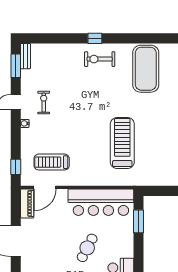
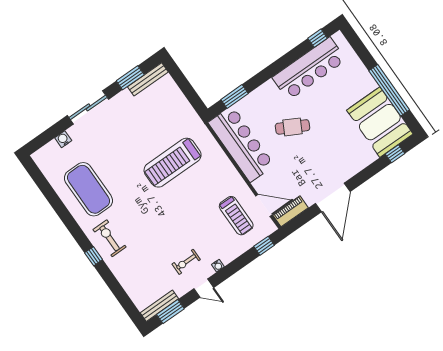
bench: (26, 56) -> (159, 306), width x1.36
exercise bike: (100, 59) -> (110, 238), turned 180
exercise mat: (146, 69) -> (88, 189), turned 90

